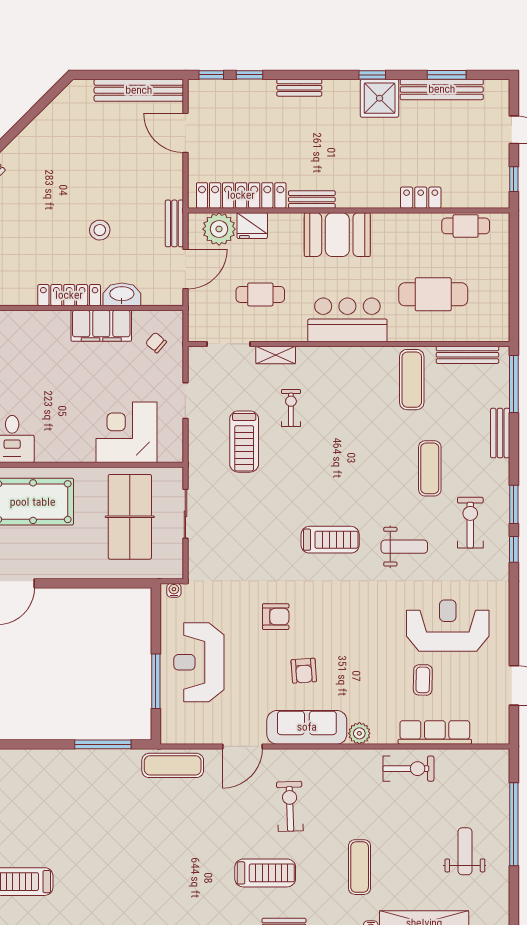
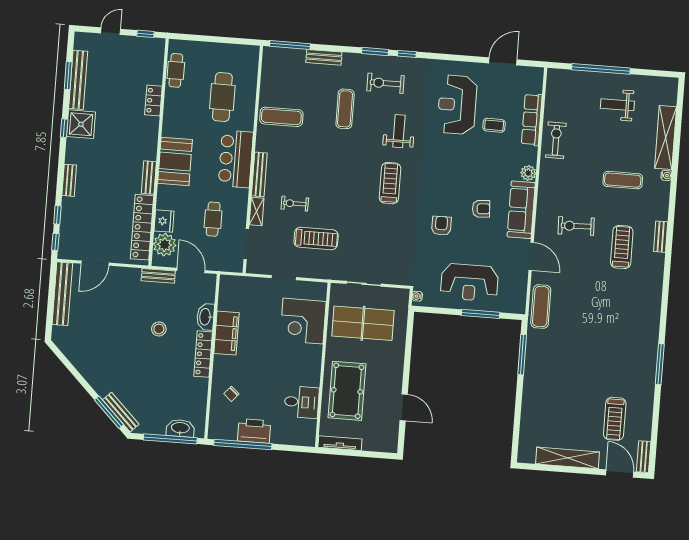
chair: (156, 343) -> (231, 394), moved
bench: (467, 355) -> (259, 174), moved
exercise mat: (430, 468) -> (345, 109), turned 90

